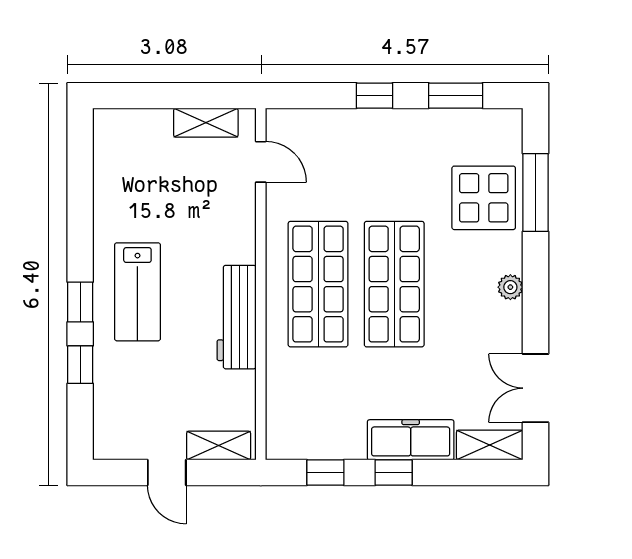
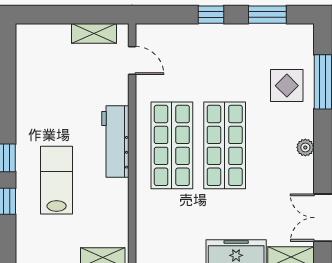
display table: (484, 198) -> (287, 86), width x0.73, depth x0.73
lab bench: (137, 292) -> (57, 180), moved, turned 180
workbench: (237, 317) -> (115, 142), moved

